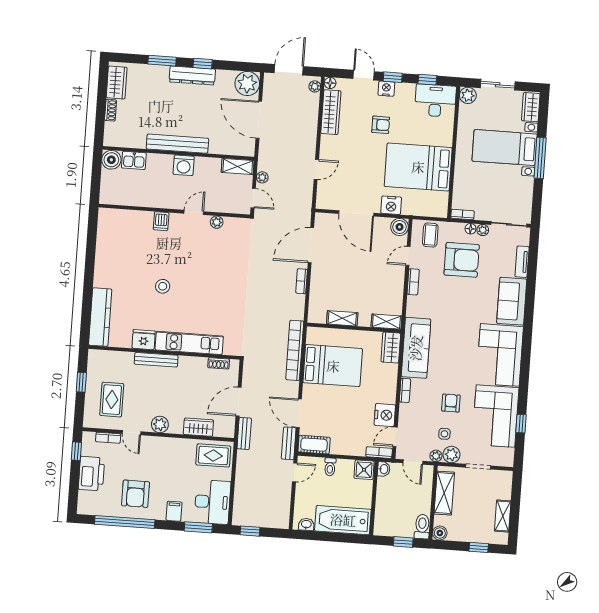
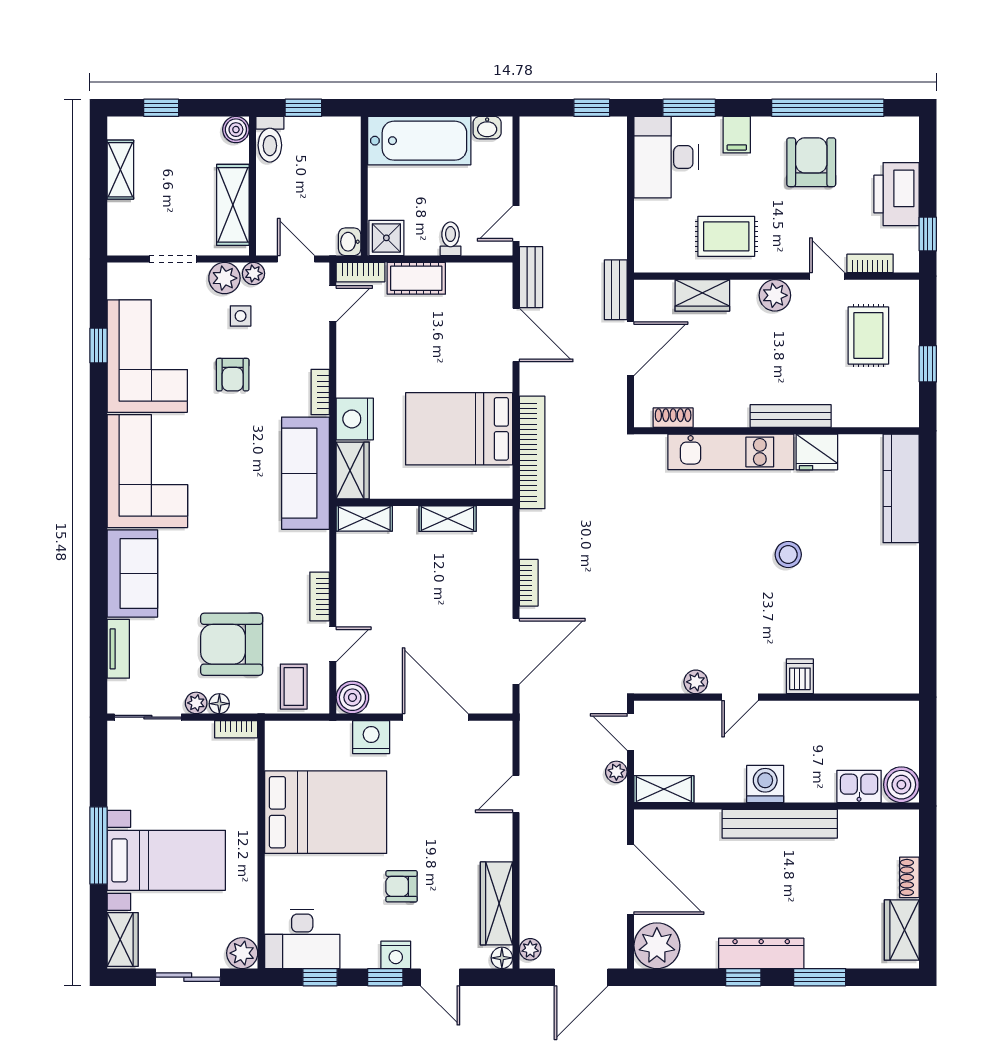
nightstand: (385, 415) -> (355, 419), moved
cot: (314, 445) -> (416, 278), moved
rug: (213, 455) -> (726, 236), moved

